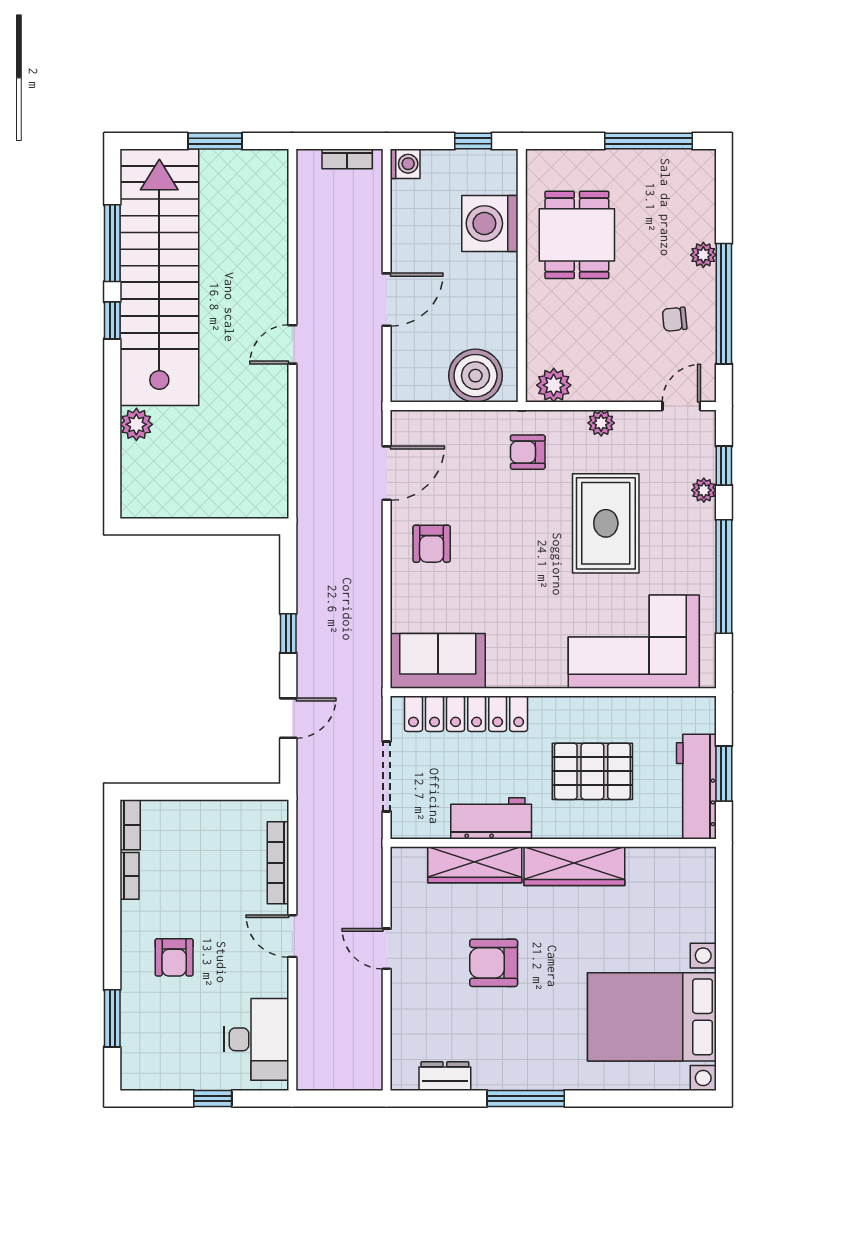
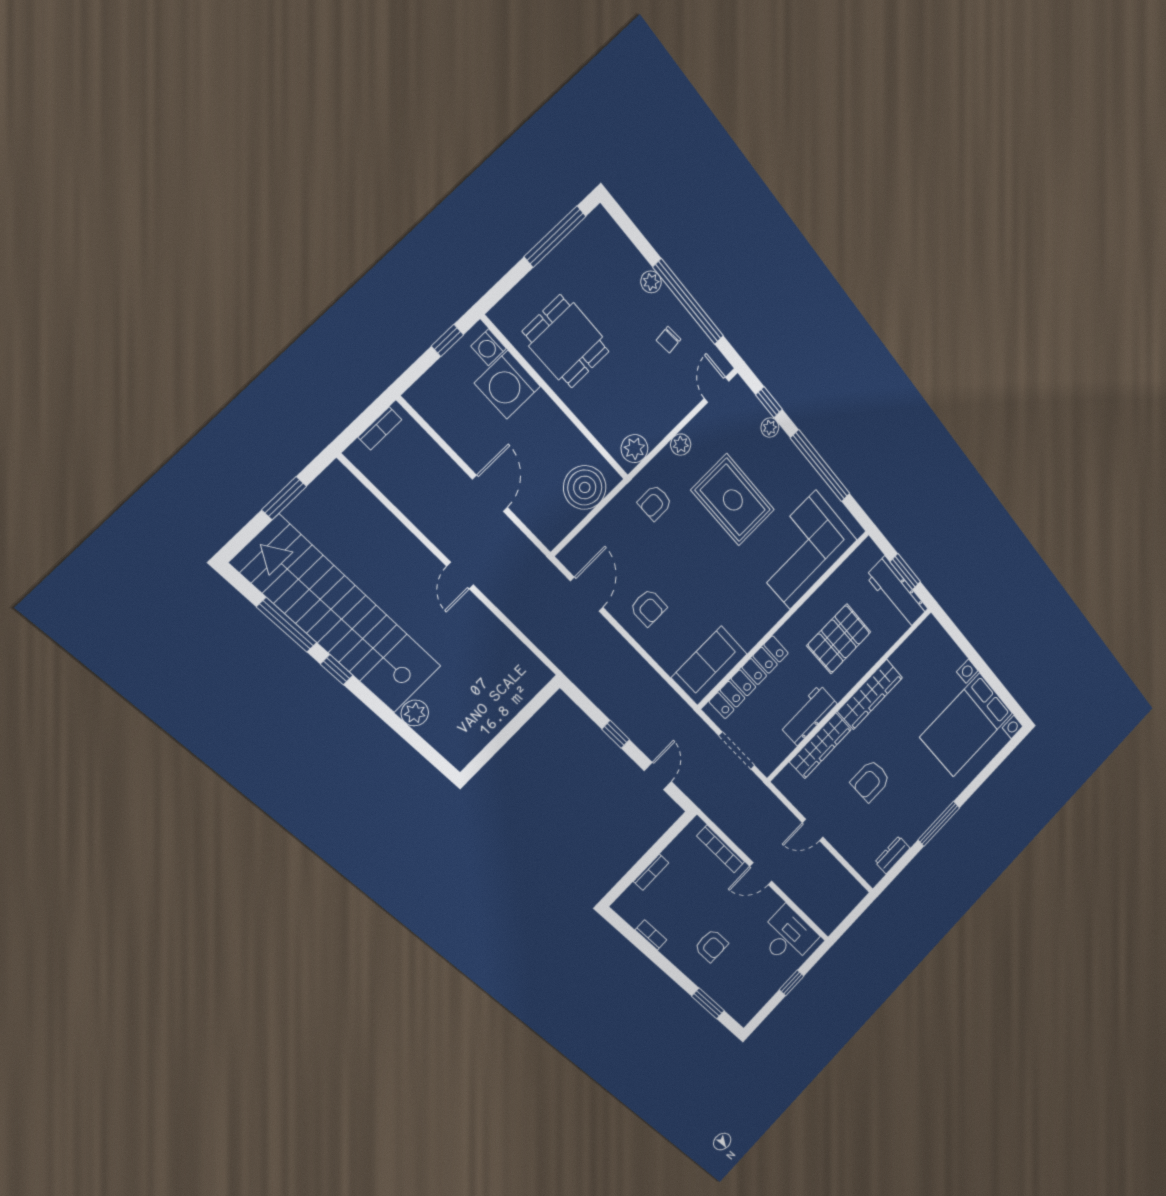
washing machine: (405, 164) -> (489, 347), moved, turned 180
bookcase: (130, 825) -> (651, 872), moved, turned 90

